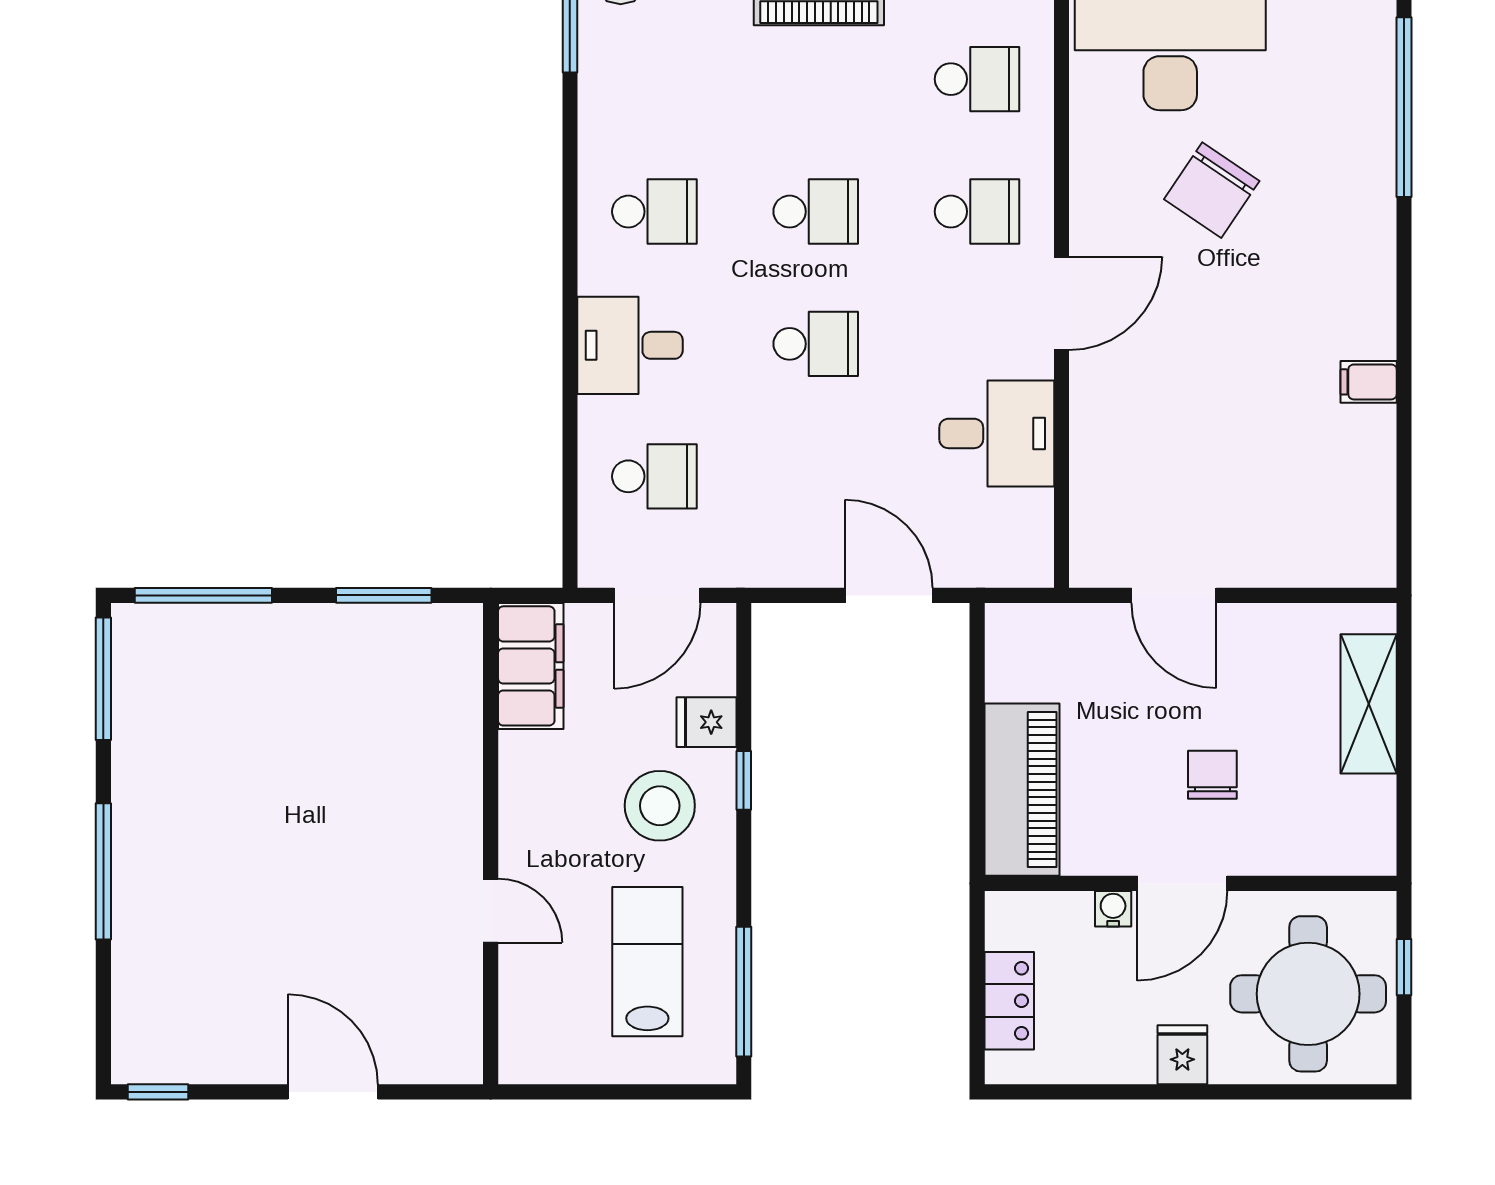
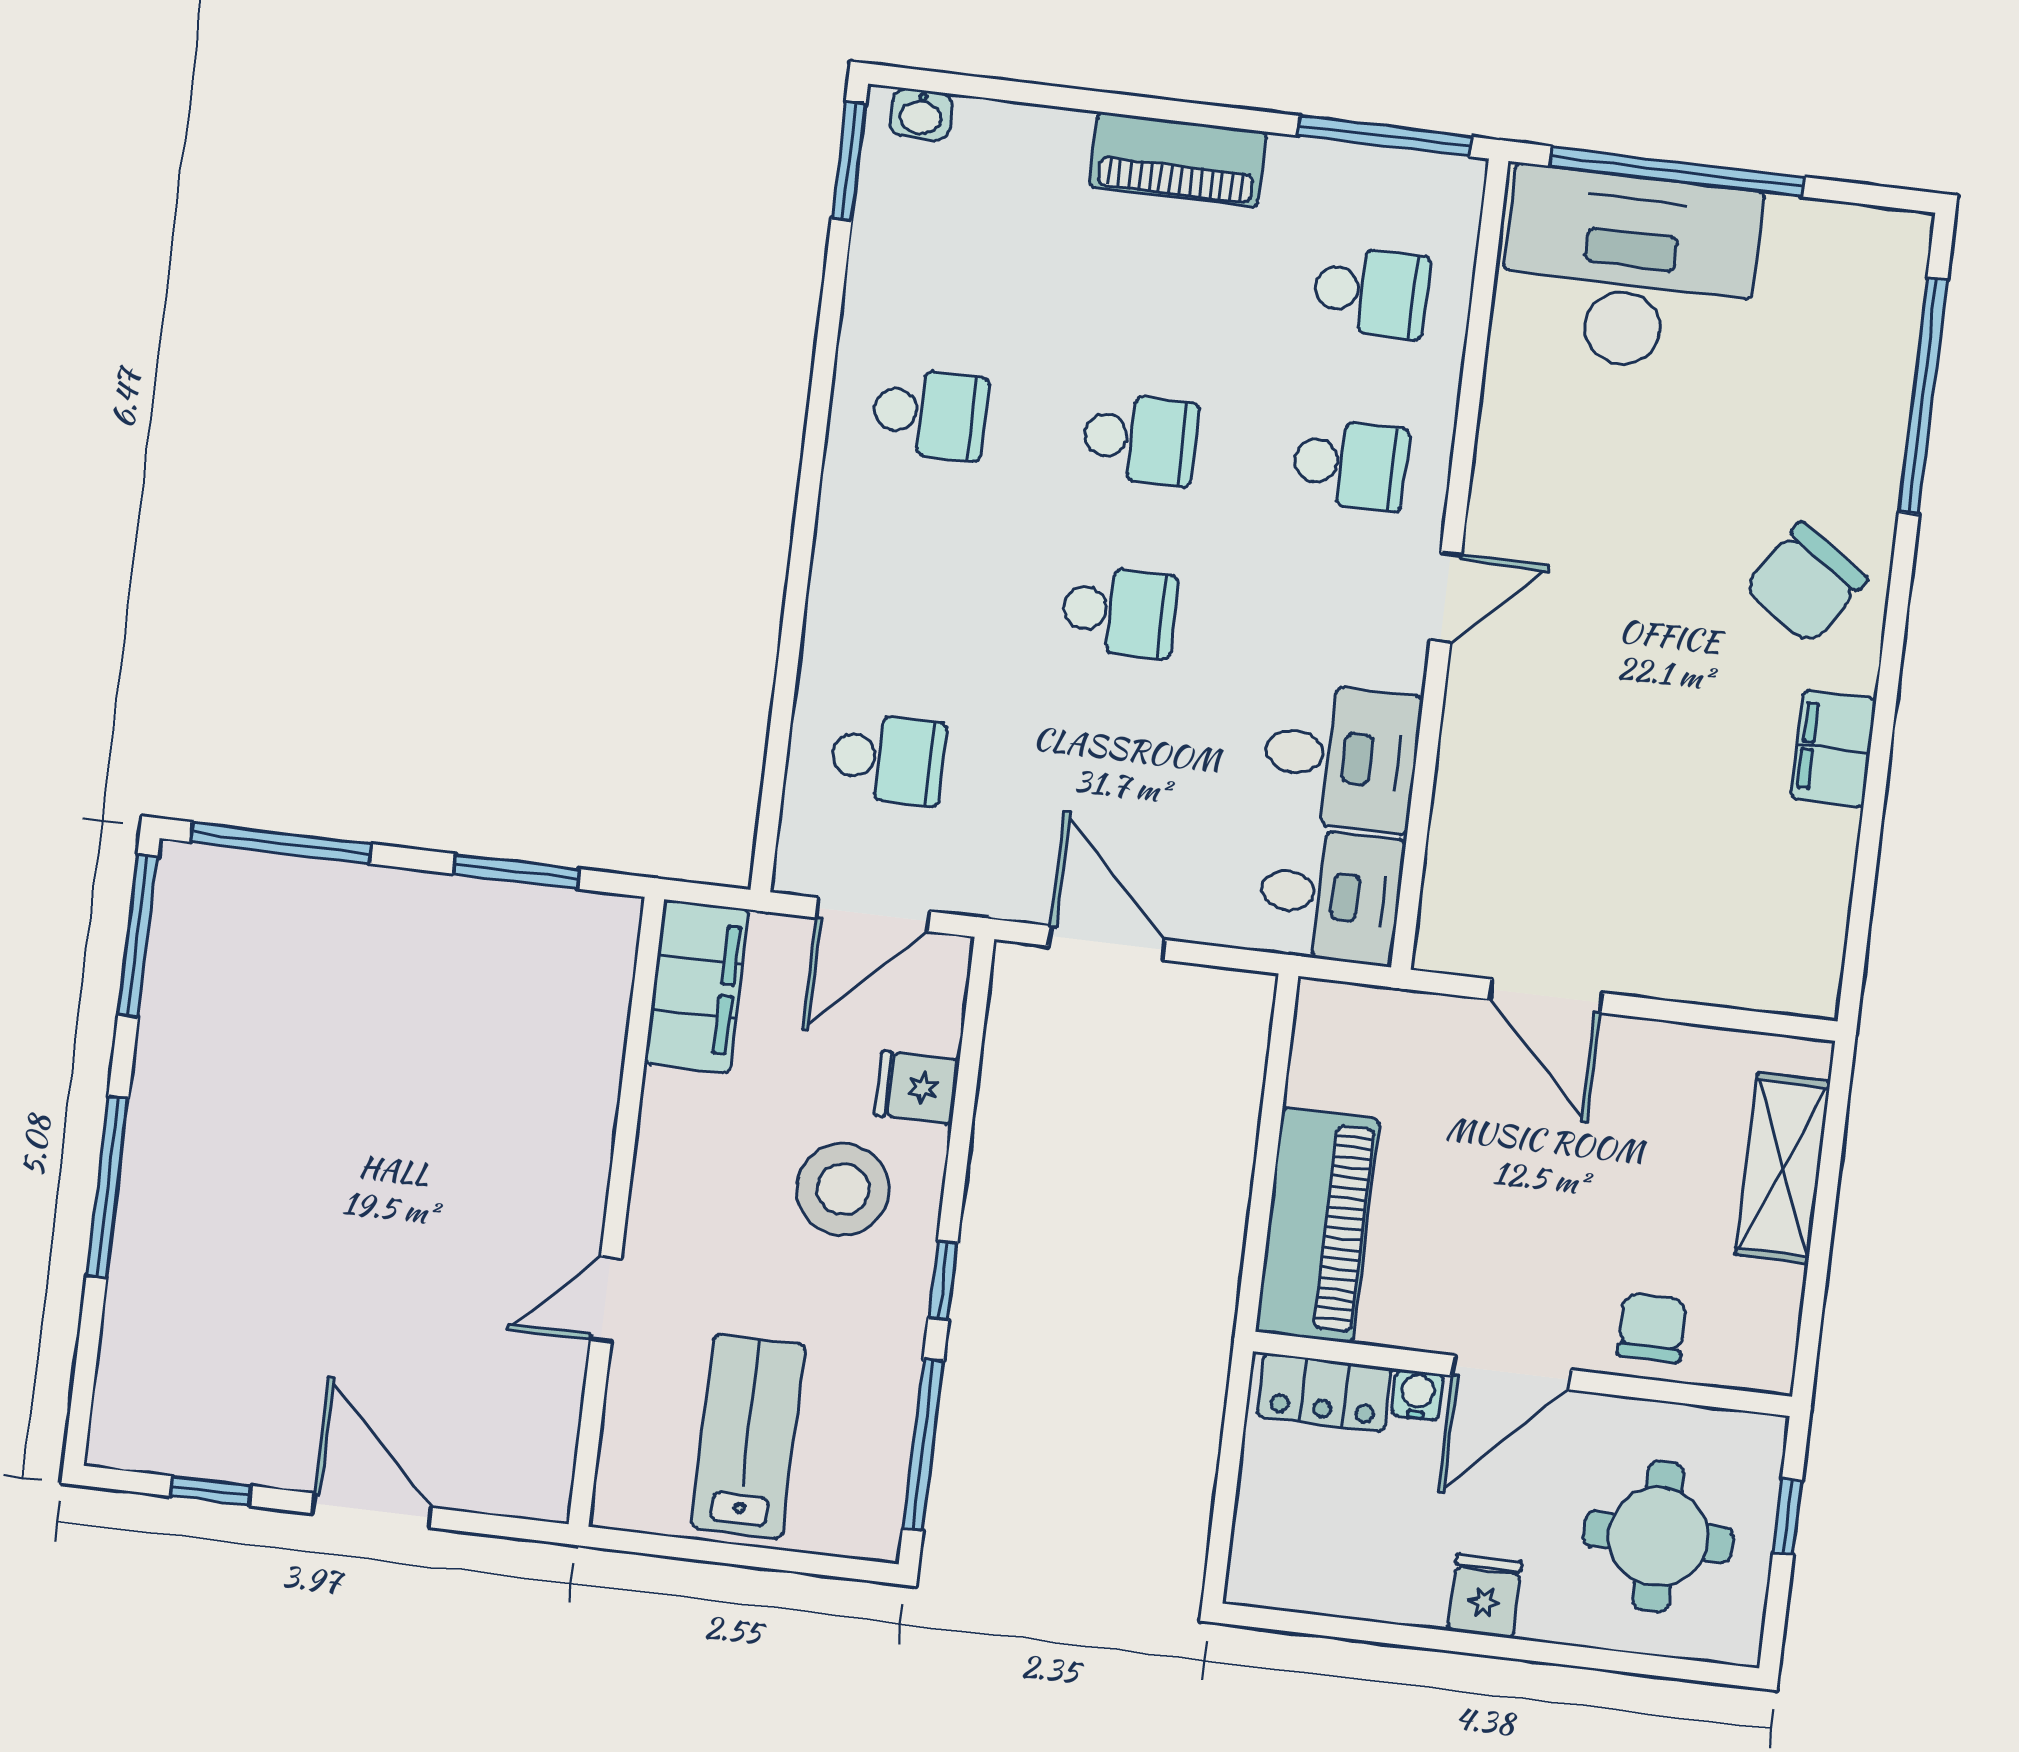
chair: (1212, 190) -> (1806, 583), moved
door: (1061, 303) -> (1446, 598), width x0.73
desk: (630, 345) -> (1330, 896), moved, turned 180
filing cabinet: (1369, 382) -> (1834, 748), width x2.00
door: (889, 595) -> (1107, 943), moved
chair: (1212, 775) -> (1652, 1328), moved
window: (744, 780) -> (943, 1281), moved
door: (491, 911) -> (606, 1299), swing flipped
lab bench: (647, 962) -> (748, 1436), moved
round table: (1308, 994) -> (1658, 1537), width x0.73, depth x0.73
locker: (1009, 1001) -> (1324, 1392), moved, turned 90
window: (158, 1092) -> (211, 1491), moved

